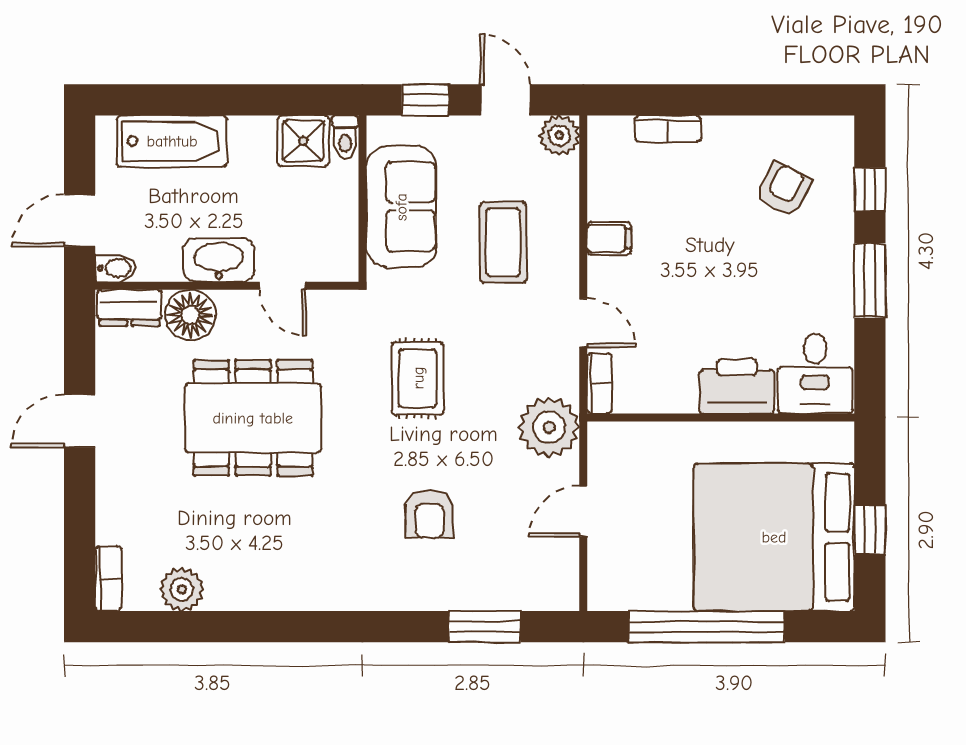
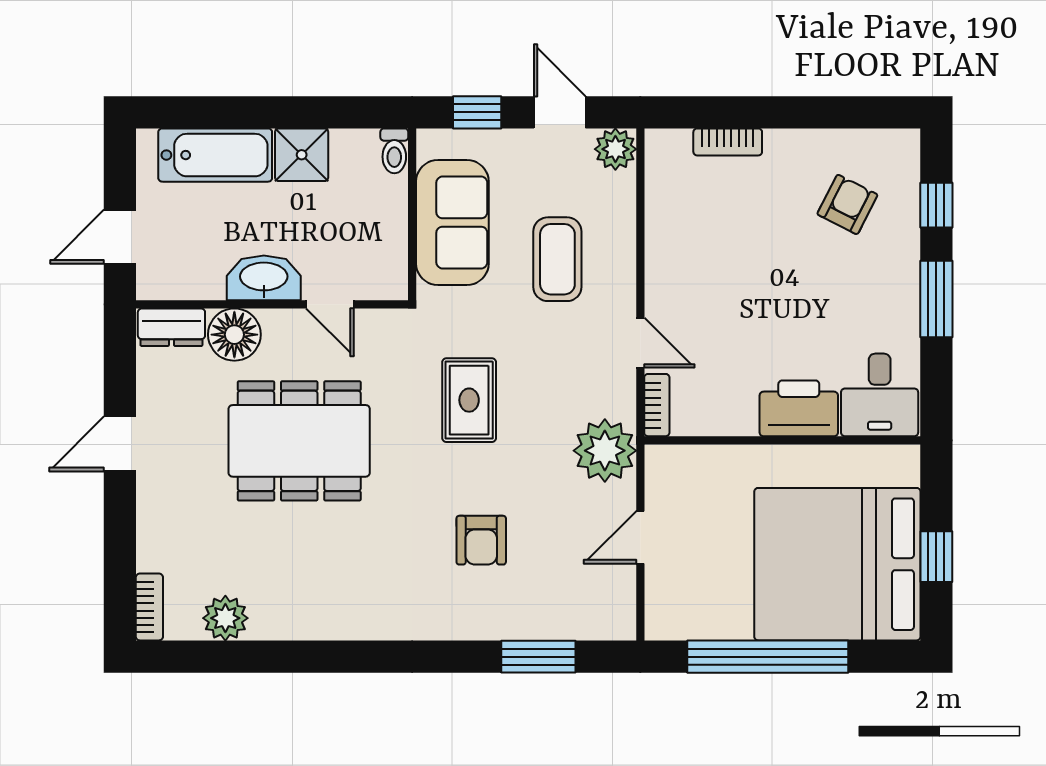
shower: (303, 141) -> (302, 155), moved
filing cabinet: (609, 238) -> (667, 255), removed
bidet: (115, 268) -> (157, 286), removed

